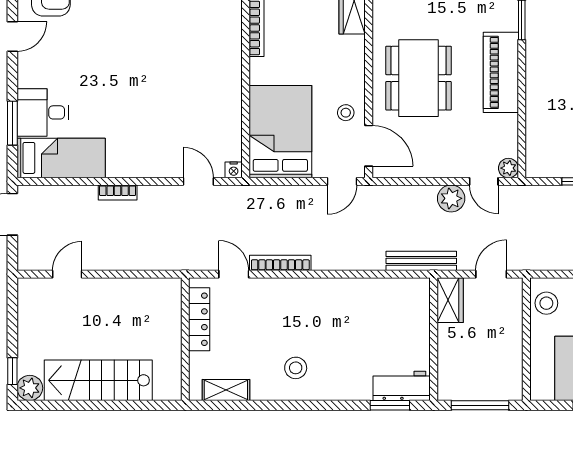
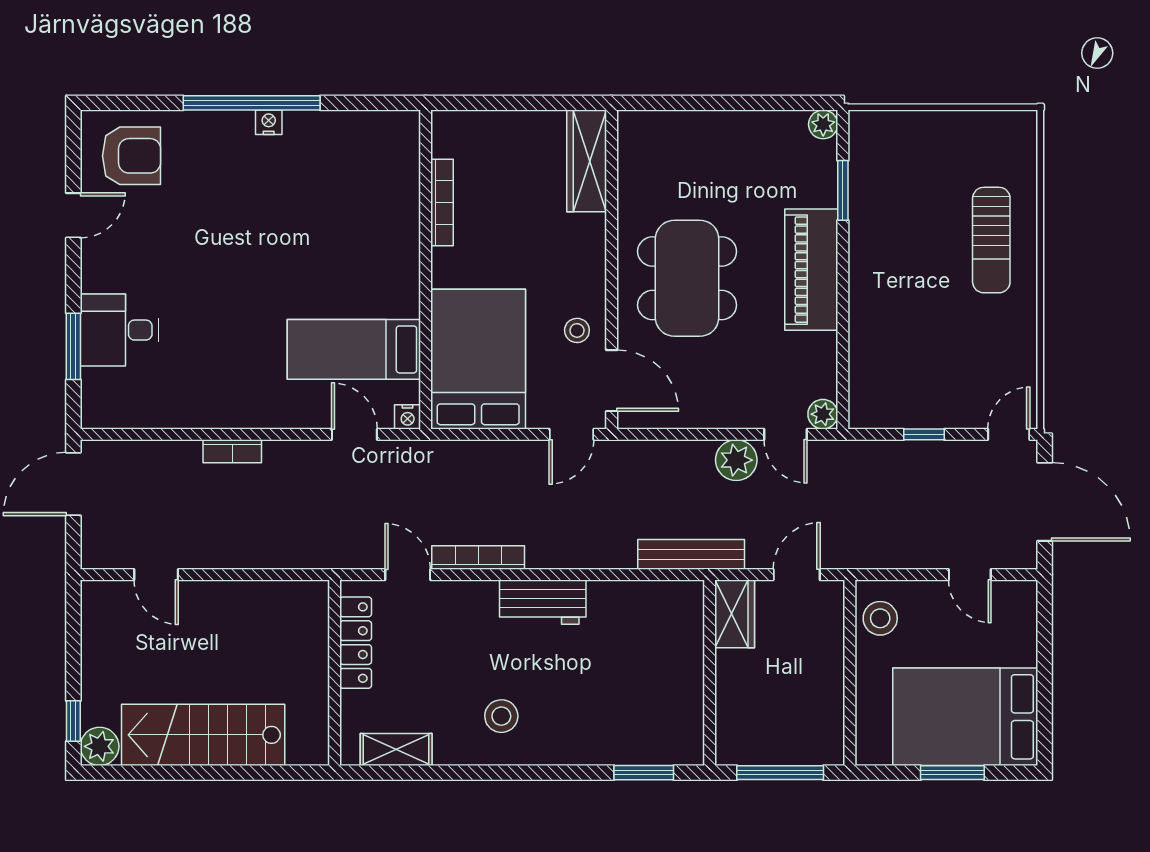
bed: (61, 158) -> (354, 349), moved, turned 180
door: (67, 274) -> (156, 575), swing flipped
workbench: (402, 386) -> (543, 602), moved, turned 180

